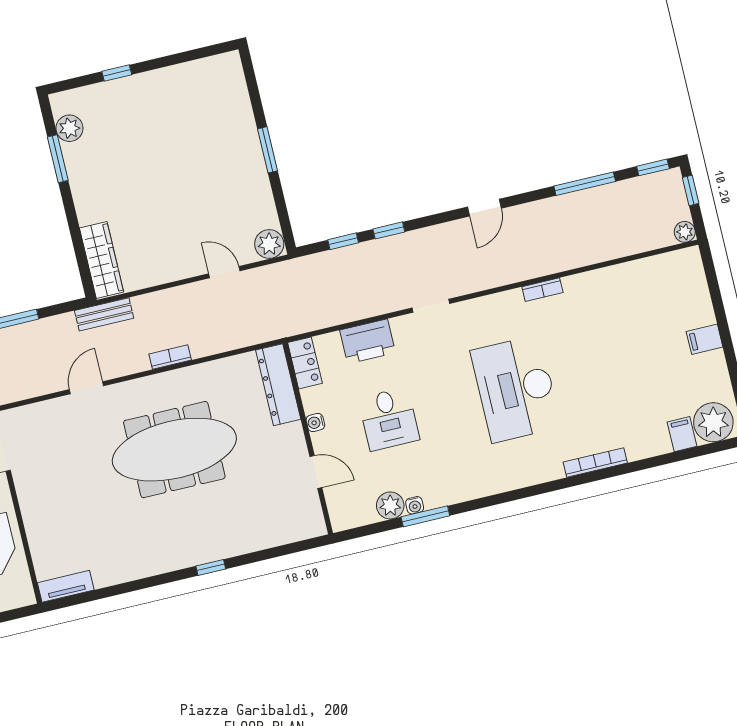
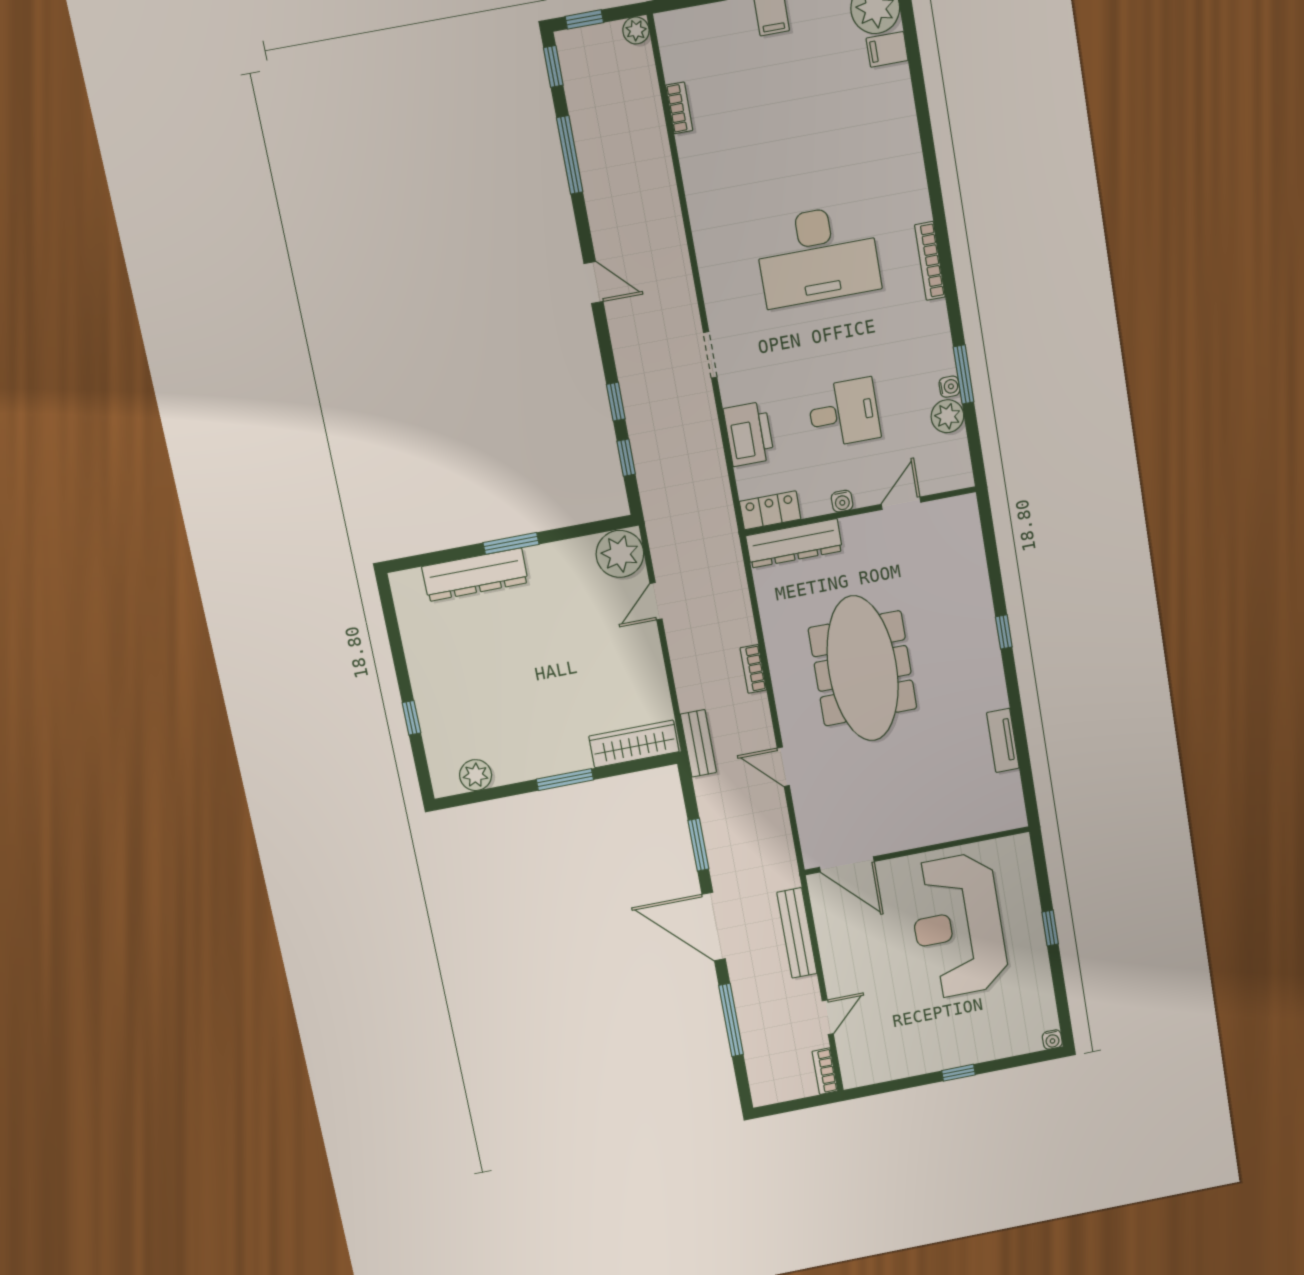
dresser: (240, 121) -> (475, 575), added
window: (58, 159) -> (565, 780), moved
plant: (269, 244) -> (620, 554), width x1.36, depth x1.36
bookcase: (542, 290) -> (679, 108), moved
bookcase: (595, 462) -> (930, 261), moved
tv unit: (66, 586) -> (1003, 740), moved

